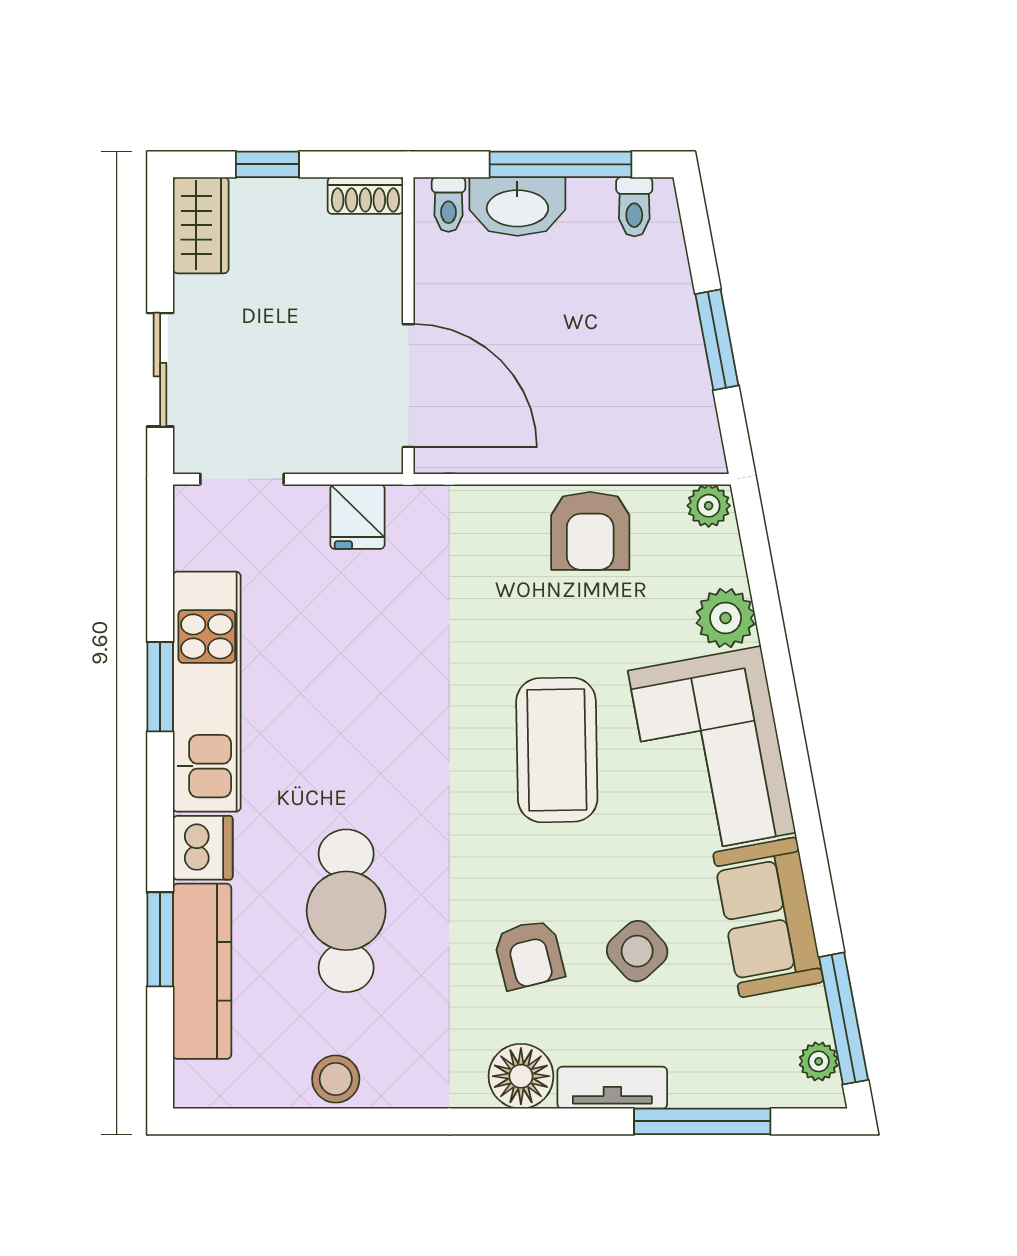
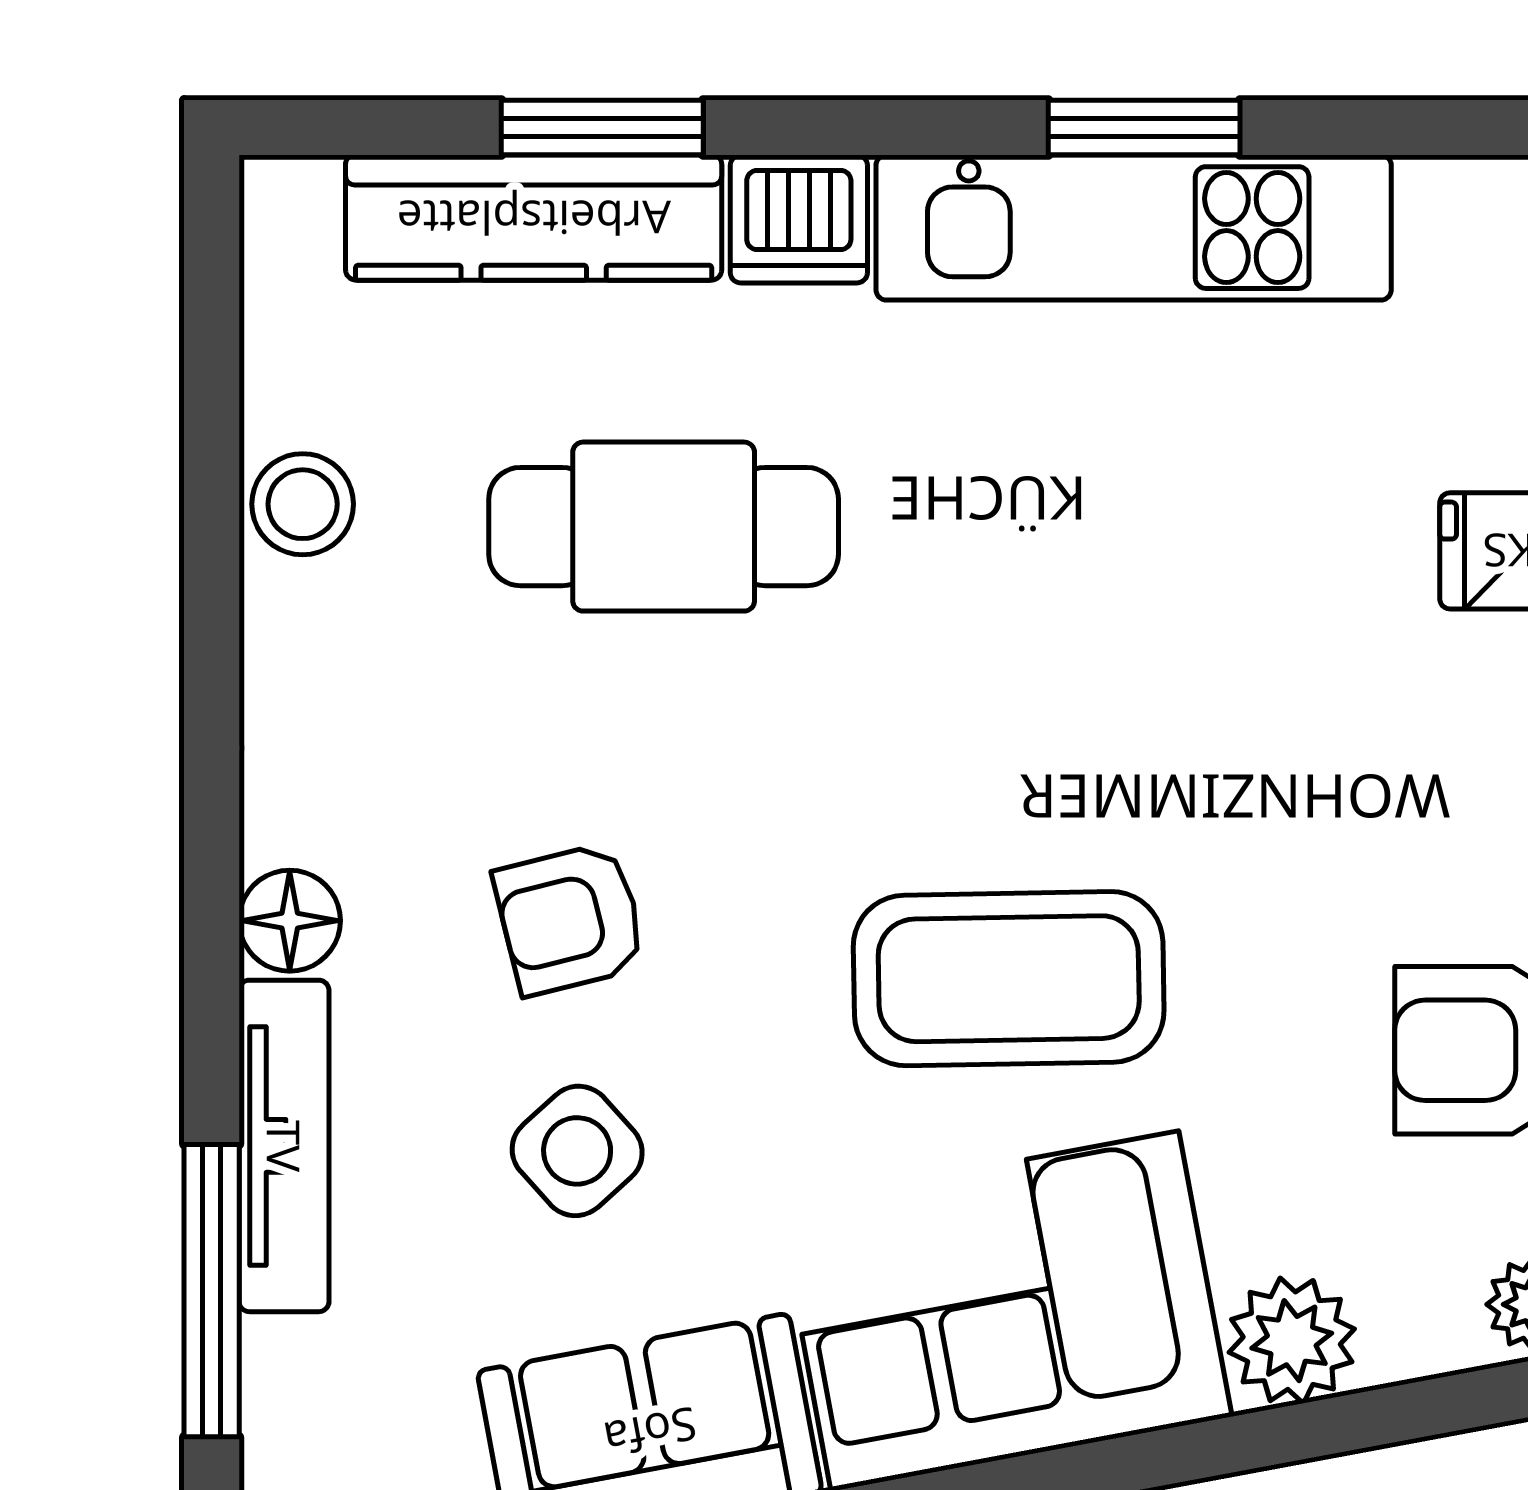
floor lamp: (521, 1076) -> (290, 921), width x0.73, depth x0.73
tv unit: (612, 1088) -> (284, 1146), width x1.41

